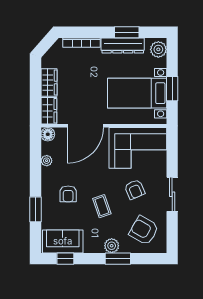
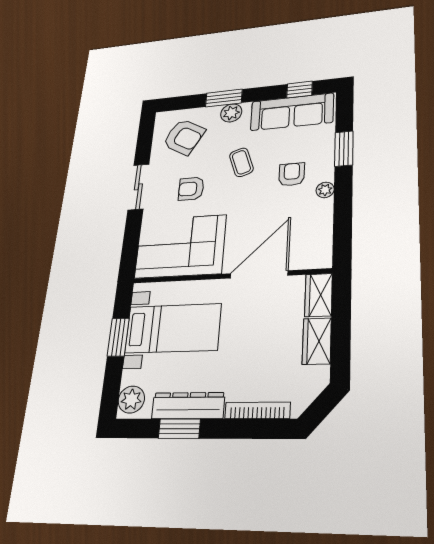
floor lamp: (48, 134) -> (321, 258), removed
plant: (47, 161) -> (325, 190), moved
armchair: (135, 189) -> (191, 189), turned -67
sofa: (63, 241) -> (292, 112), width x1.36

